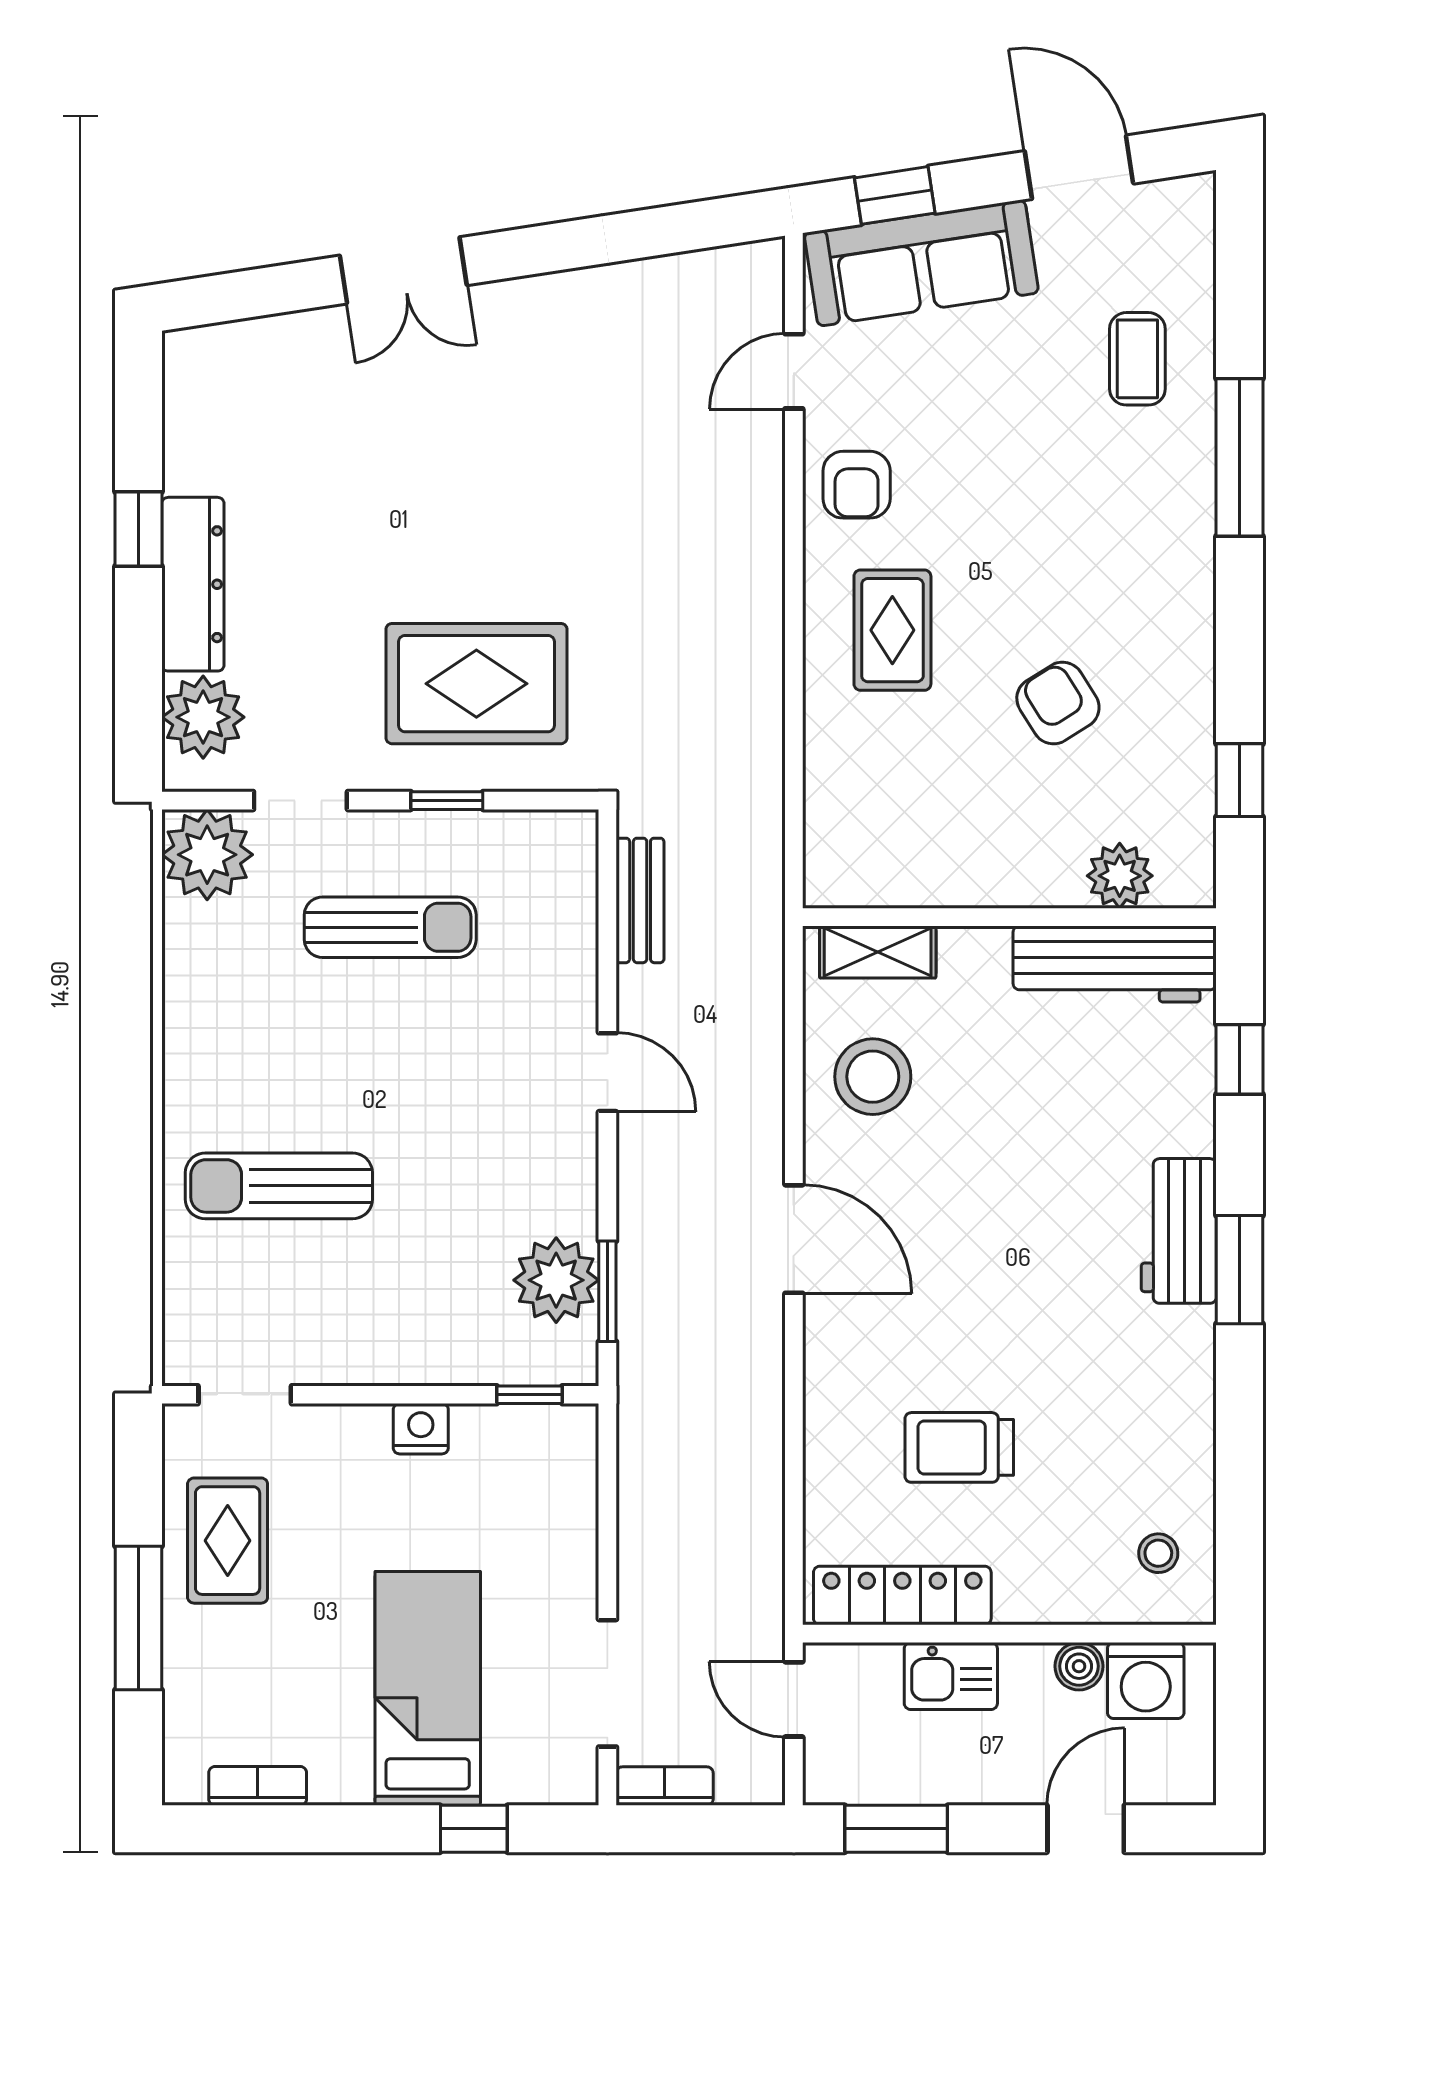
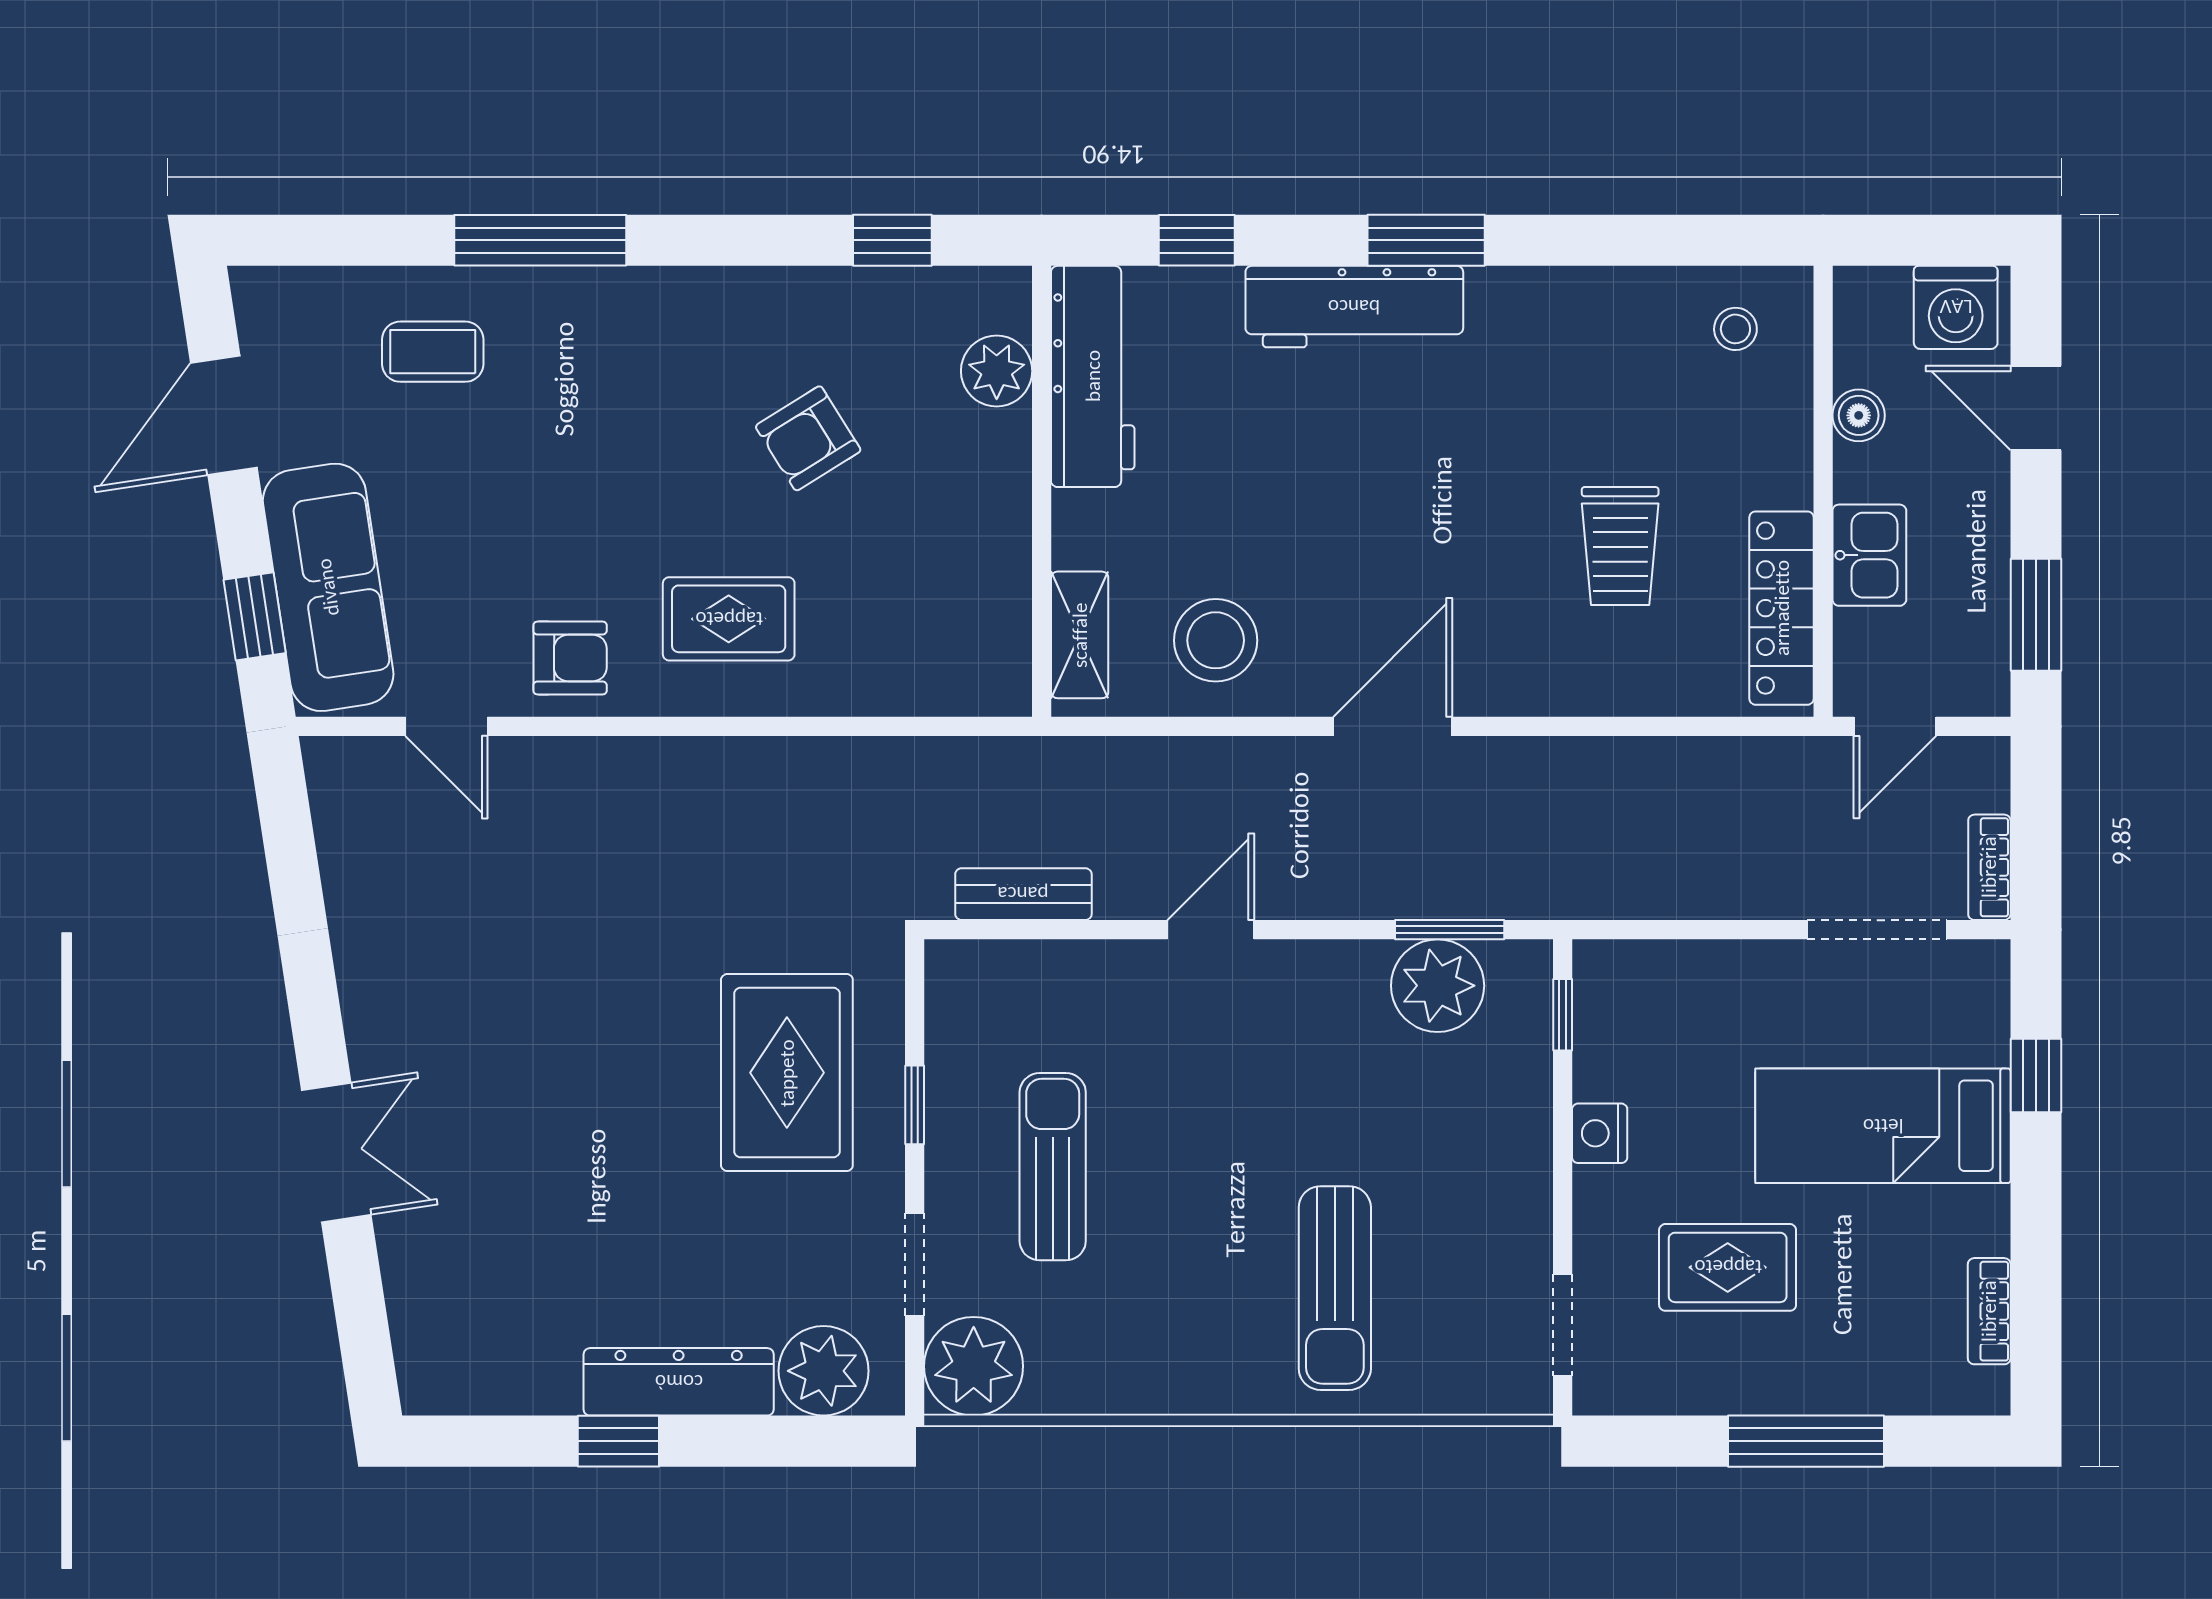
workbench: (1179, 1231) -> (1354, 307), width x1.38
rug: (228, 1541) -> (1728, 1267), moved
washing machine: (1146, 1681) -> (1956, 307), moved, turned 90

